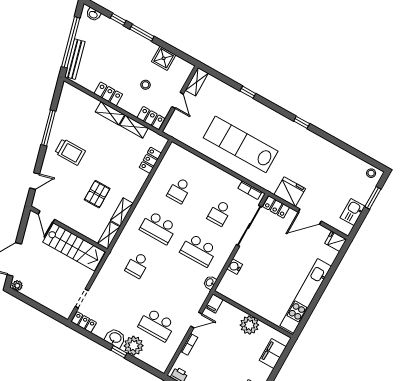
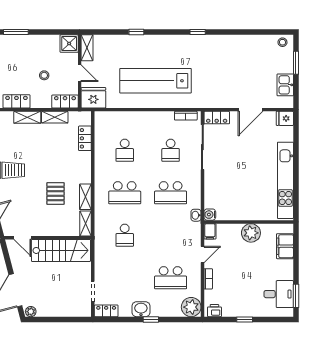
shower: (164, 58) -> (69, 44), moved
fridge: (290, 192) -> (93, 98), moved
water cooler: (235, 267) -> (210, 215), moved
plant: (134, 346) -> (191, 307), moved

